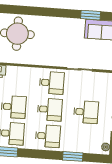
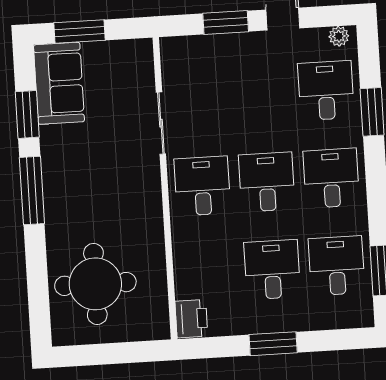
window: (59, 13) -> (32, 190), added
desk: (86, 112) -> (326, 91), moved

